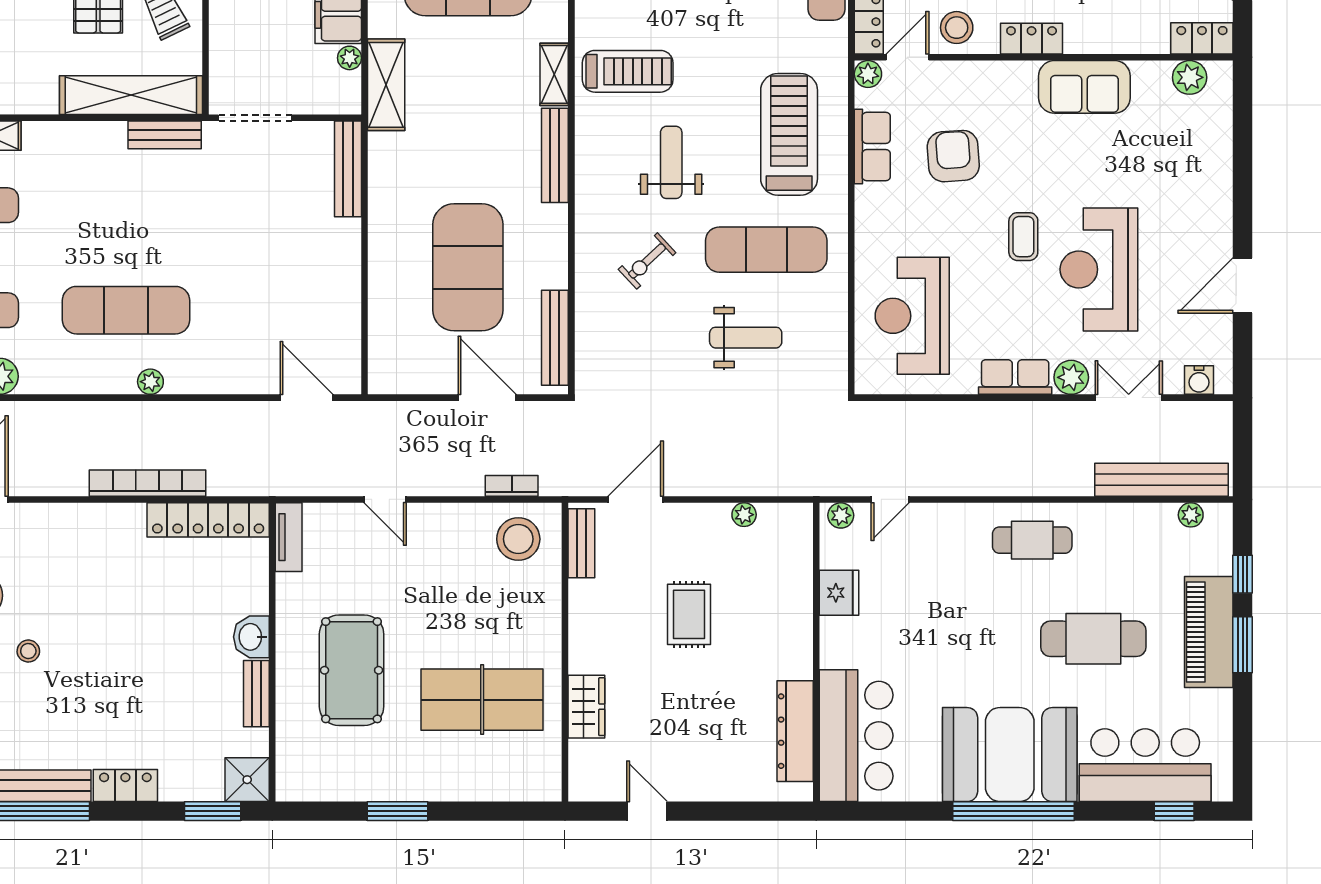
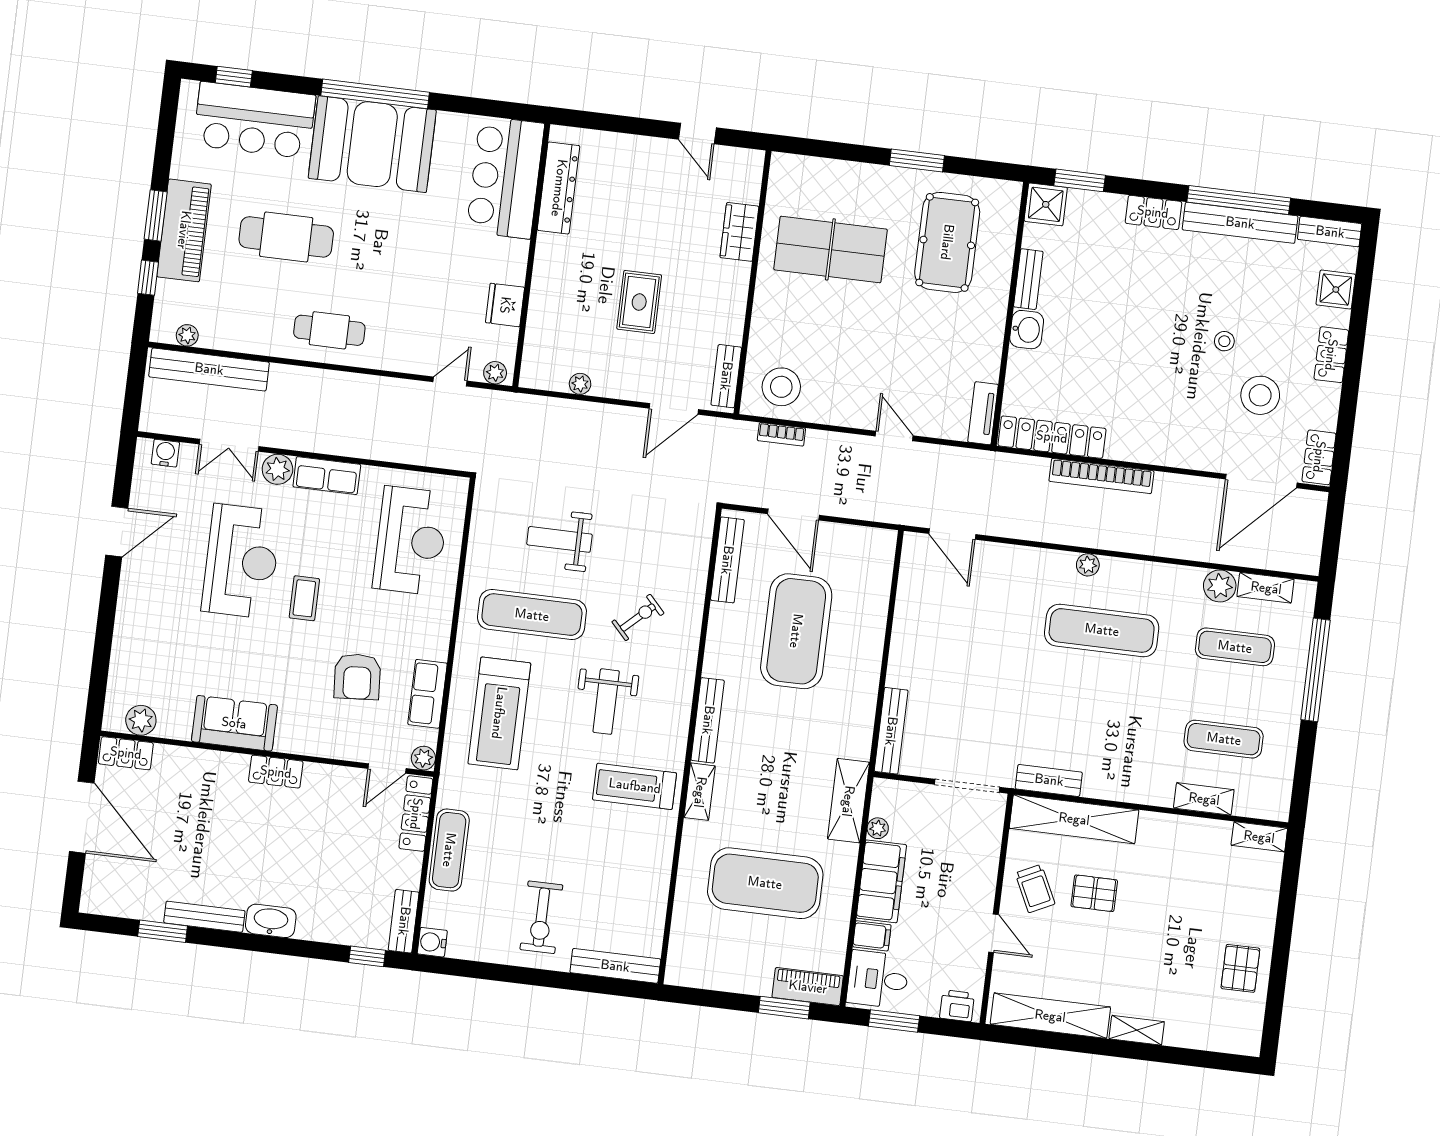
stool: (957, 28) -> (340, 789), removed
pool table: (352, 670) -> (947, 242), moved

